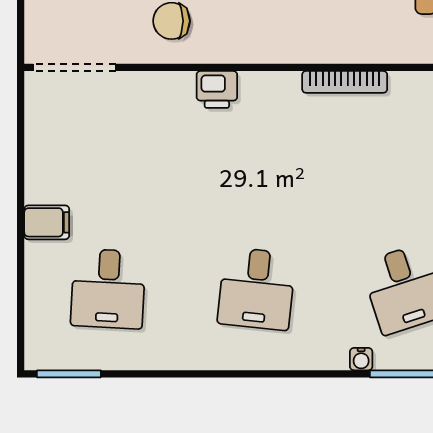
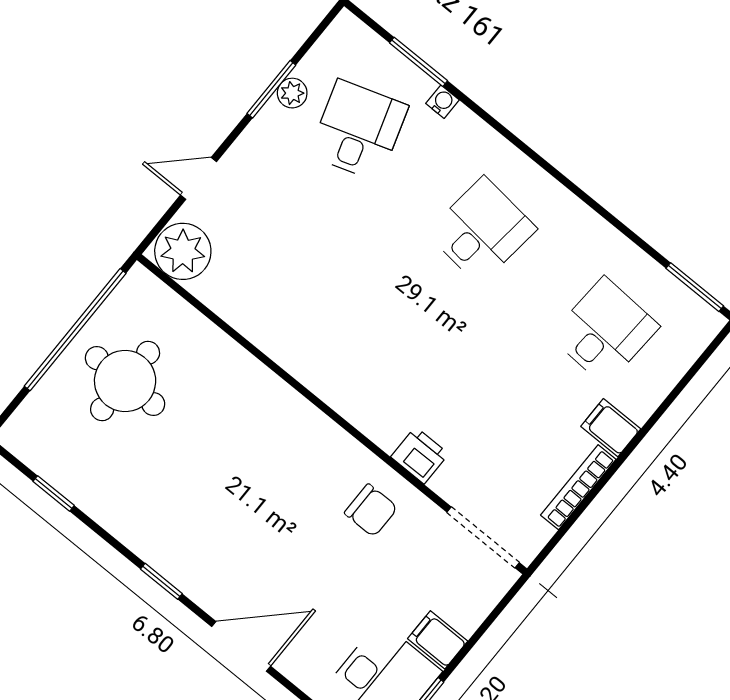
bookcase: (345, 82) -> (578, 487), moved, turned -90
printer: (217, 89) -> (420, 455), moved

